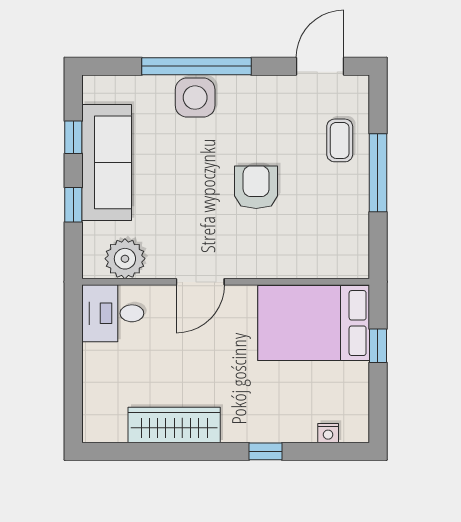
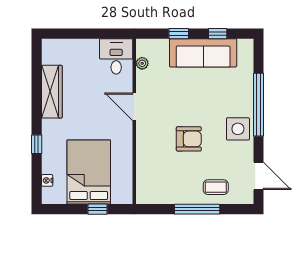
side table: (195, 98) -> (238, 129), moved
plant: (125, 259) -> (142, 63), width x0.53, depth x0.53
bed: (314, 323) -> (89, 172), moved

